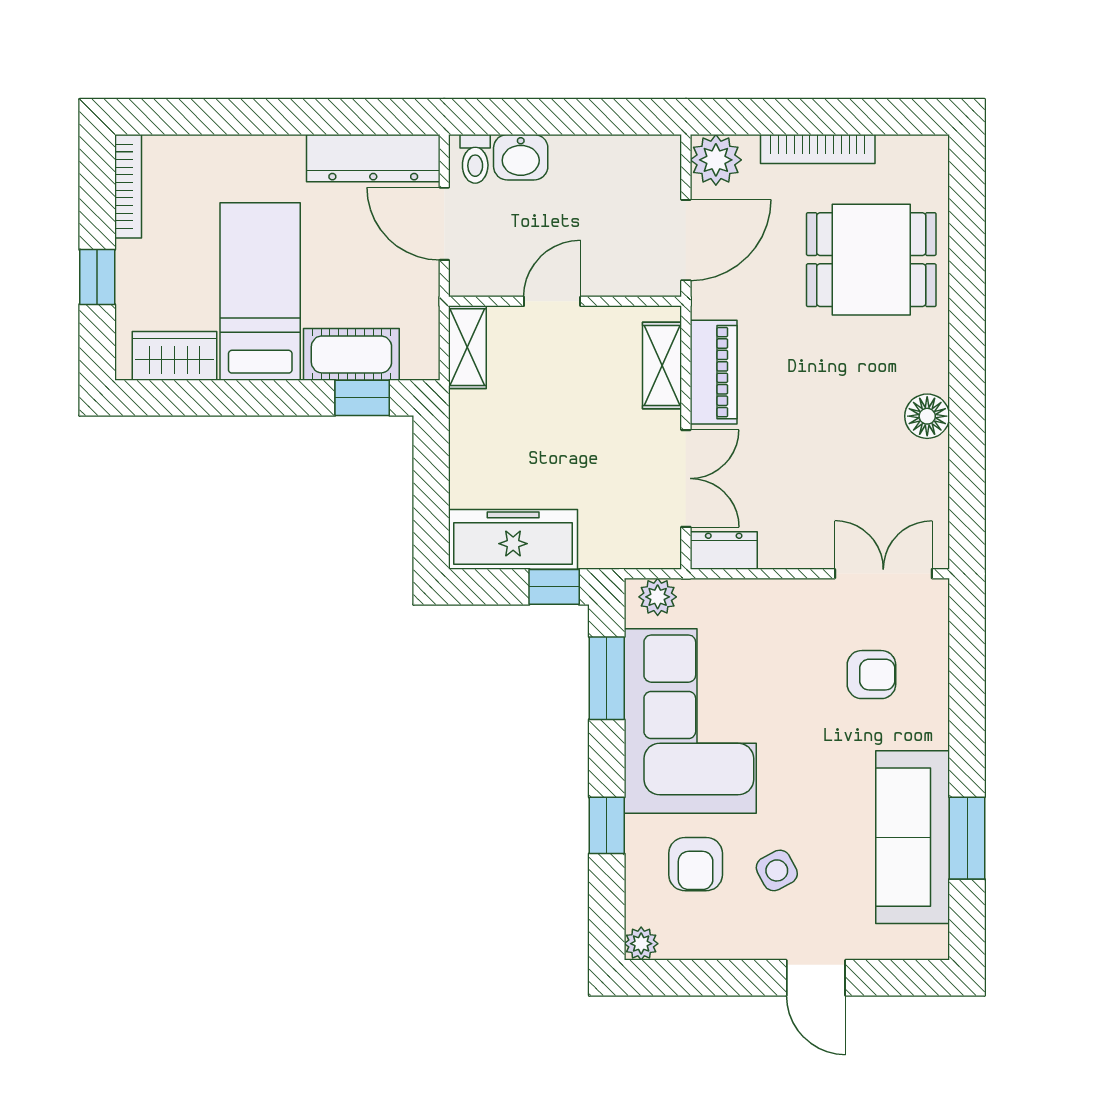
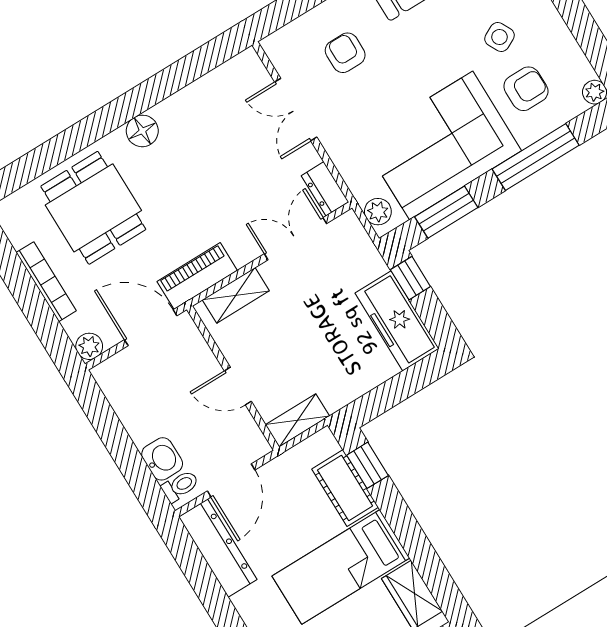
plant: (716, 160) -> (89, 346), width x0.73, depth x0.73
piano: (714, 372) -> (197, 276), moved
floor lamp: (927, 416) -> (142, 131), moved
double door: (883, 574) -> (296, 110), moved
window: (607, 825) -> (536, 157), width x2.17

